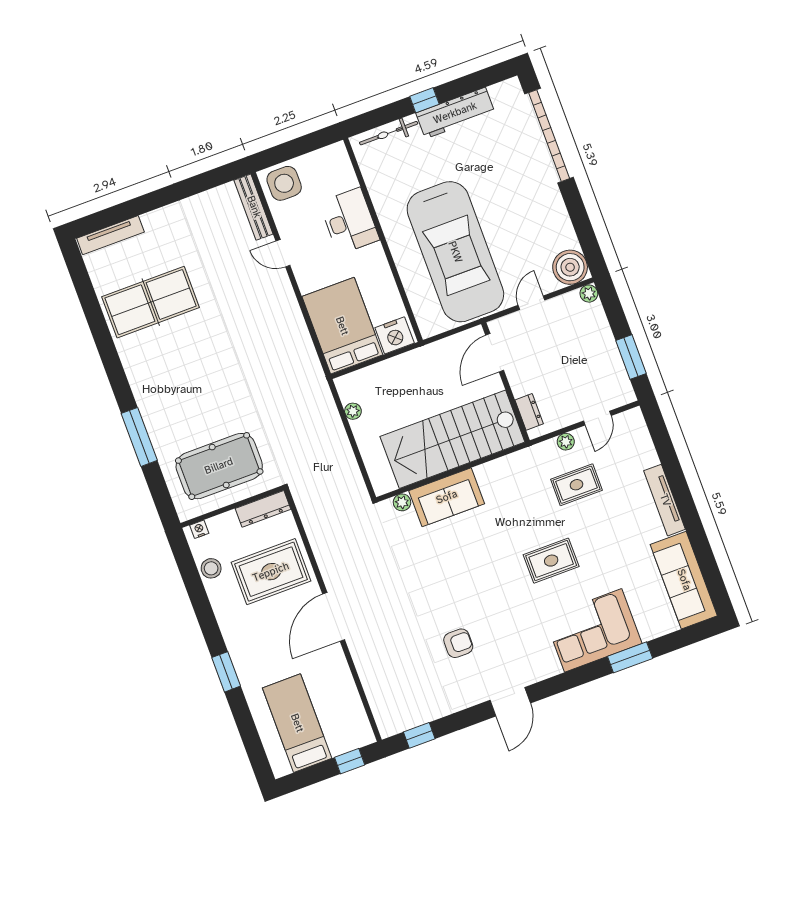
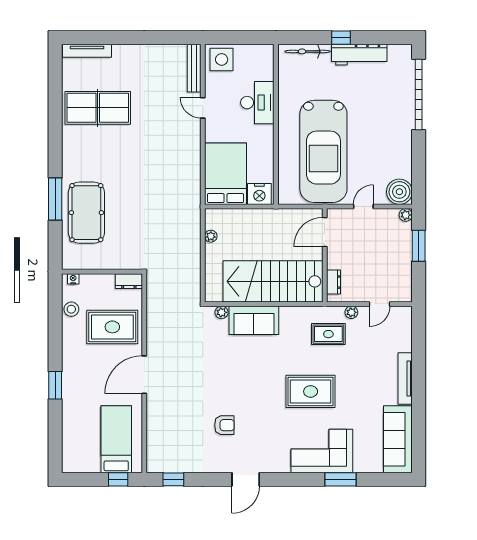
window: (631, 357) -> (419, 246), moved
pool table: (219, 466) -> (86, 213), moved, turned 90
rug: (576, 485) -> (328, 334), moved
dresser: (263, 509) -> (129, 281), width x0.70
rug: (551, 561) -> (311, 391), width x1.36, depth x1.43
bed: (297, 723) -> (116, 439), moved

